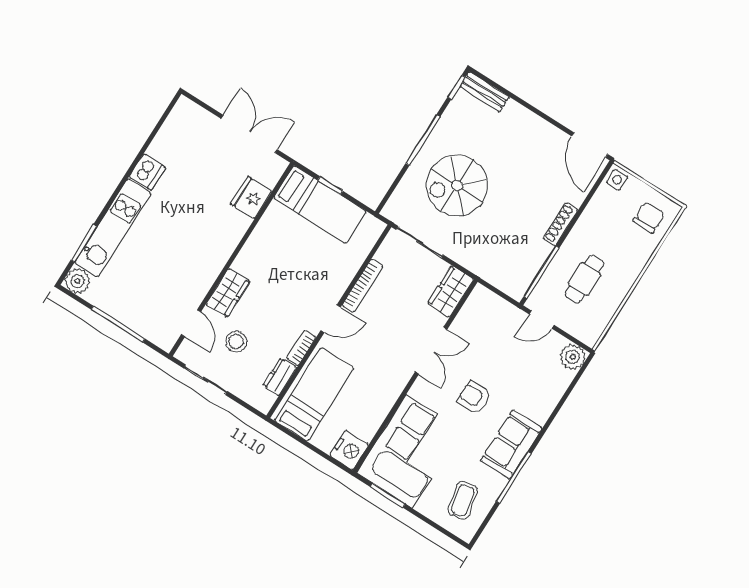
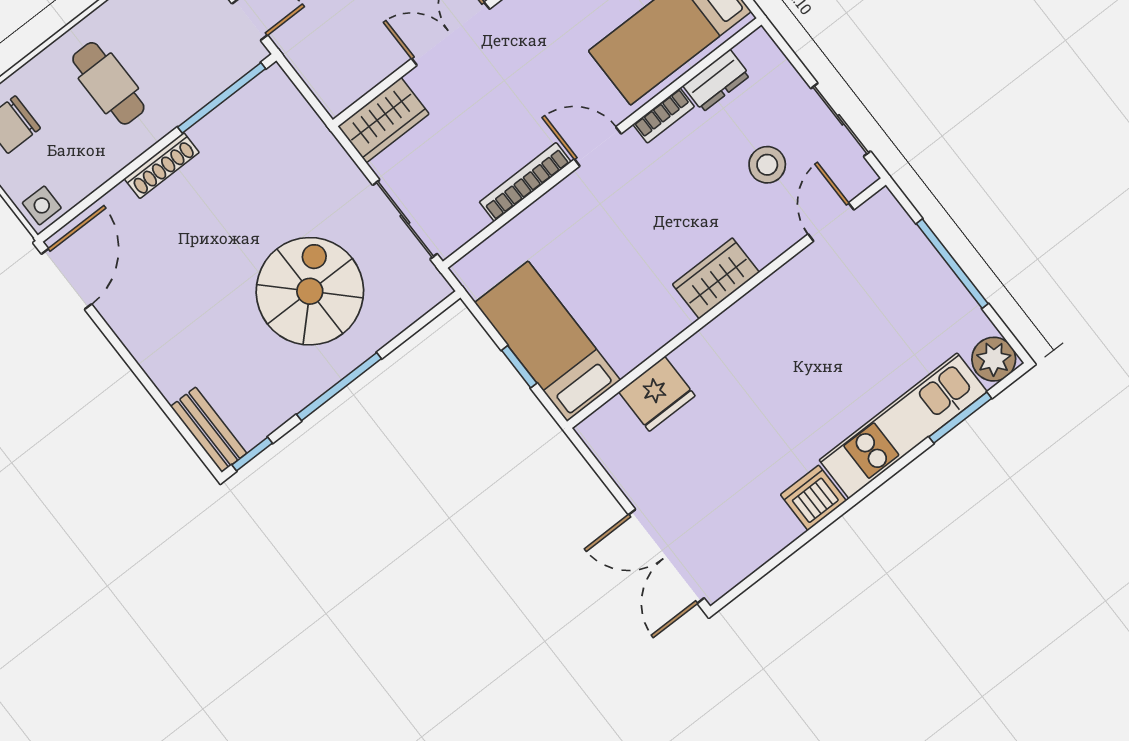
double door: (249, 134) -> (666, 556), moved
spiral stairs: (457, 186) -> (310, 291), turned -90
cafe table: (584, 279) -> (108, 83), moved, turned 90
wardrobe: (228, 293) -> (716, 278), moved

